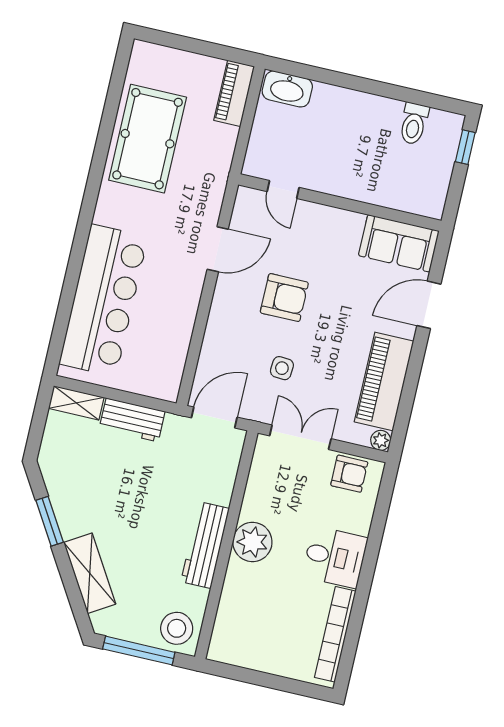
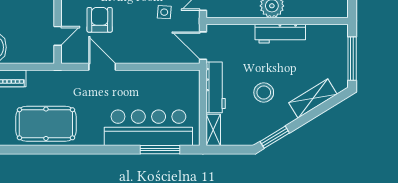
armchair: (284, 298) -> (100, 20), moved
window: (64, 311) -> (160, 150), added
workbench: (132, 420) -> (216, 87), width x1.37
window: (50, 521) -> (275, 137), moved
stool: (177, 628) -> (264, 92), moved

